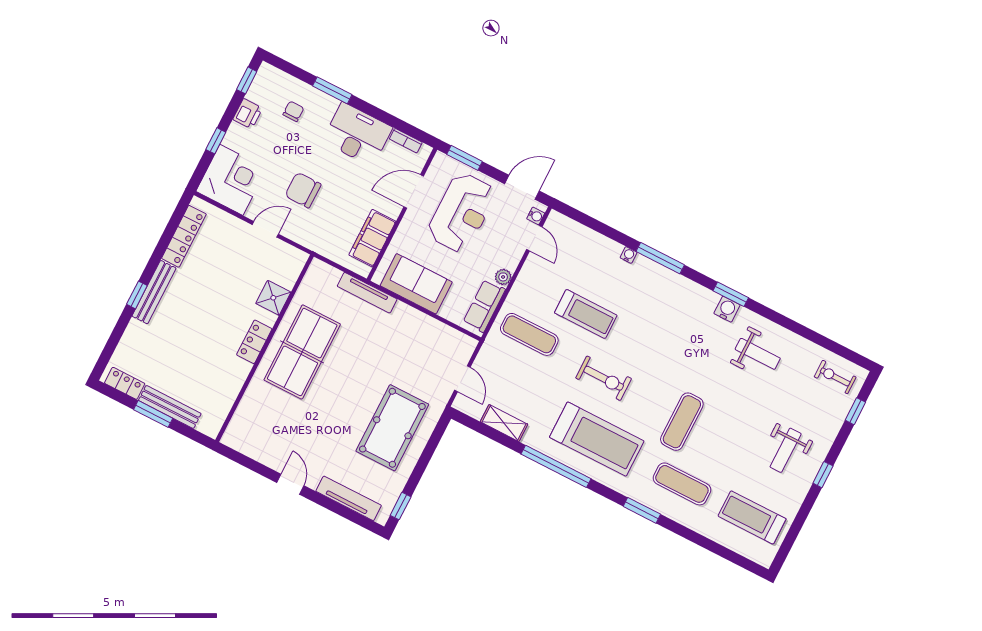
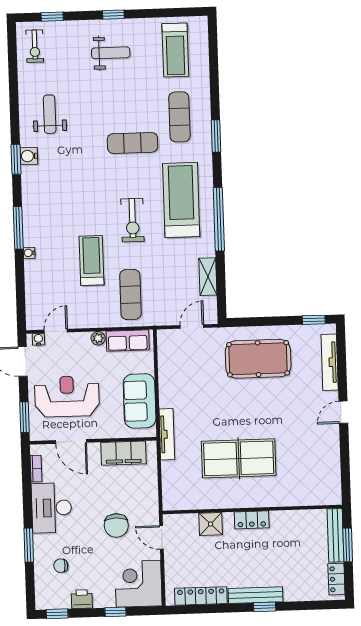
shower: (273, 298) -> (211, 524), moved
locker: (254, 342) -> (252, 520), moved
wall: (265, 348) -> (252, 509), moved
exercise bike: (604, 378) -> (132, 220), turned 180

